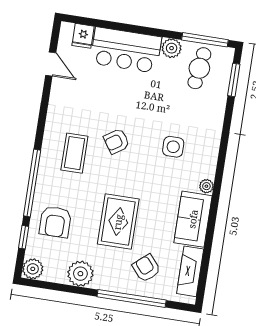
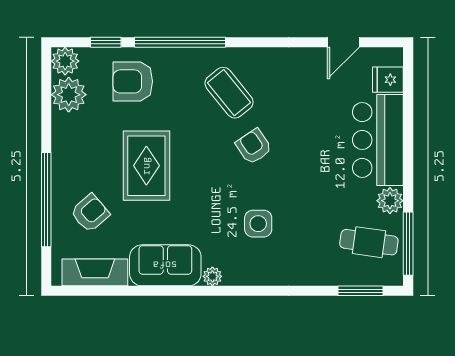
coffee table: (74, 153) -> (229, 93), turned 51
rug: (118, 222) -> (146, 166), turned 90
plant: (80, 274) -> (69, 95), moved

